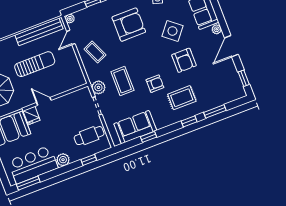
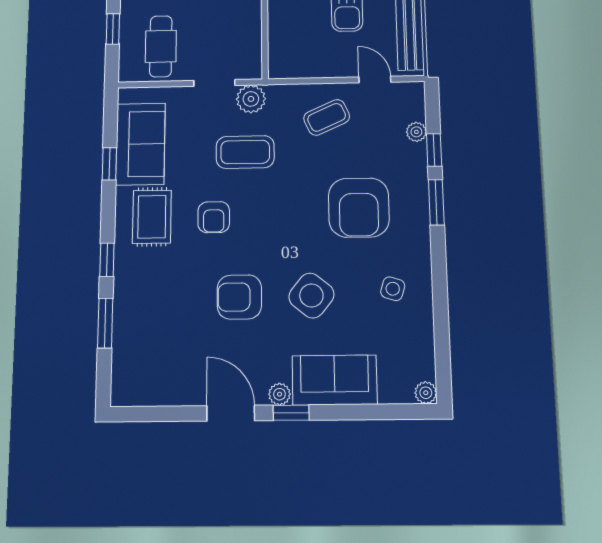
plant: (70, 19) -> (416, 132), moved
window: (244, 78) -> (291, 413), moved
rug: (182, 98) -> (152, 217), moved

